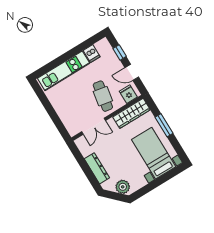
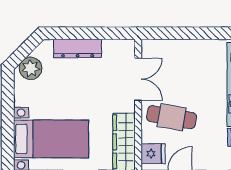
double door: (94, 126) -> (138, 79), swing flipped

